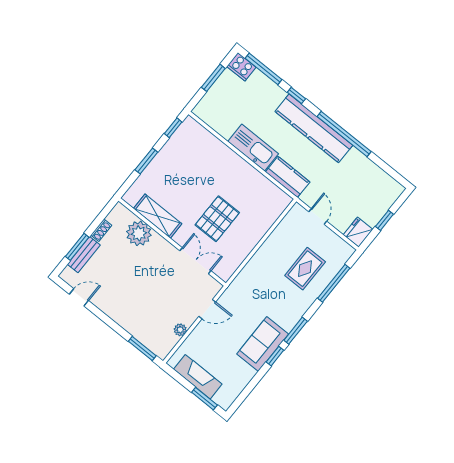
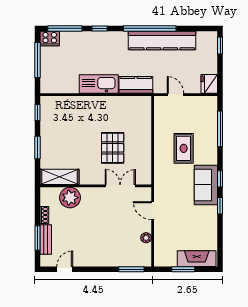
window: (213, 78) -> (37, 60), width x1.44
kitchen counter: (314, 128) -> (162, 40), moved
shelving: (158, 216) -> (59, 177), moved
window: (384, 220) -> (220, 46), moved
rug: (305, 269) -> (184, 148), moved
door: (207, 309) -> (153, 211), swing flipped
window: (296, 331) -> (220, 179), width x0.67
sofa: (263, 344) -> (206, 185), moved
fireplace: (198, 377) -> (197, 259), moved
window: (204, 399) -> (183, 269), moved

